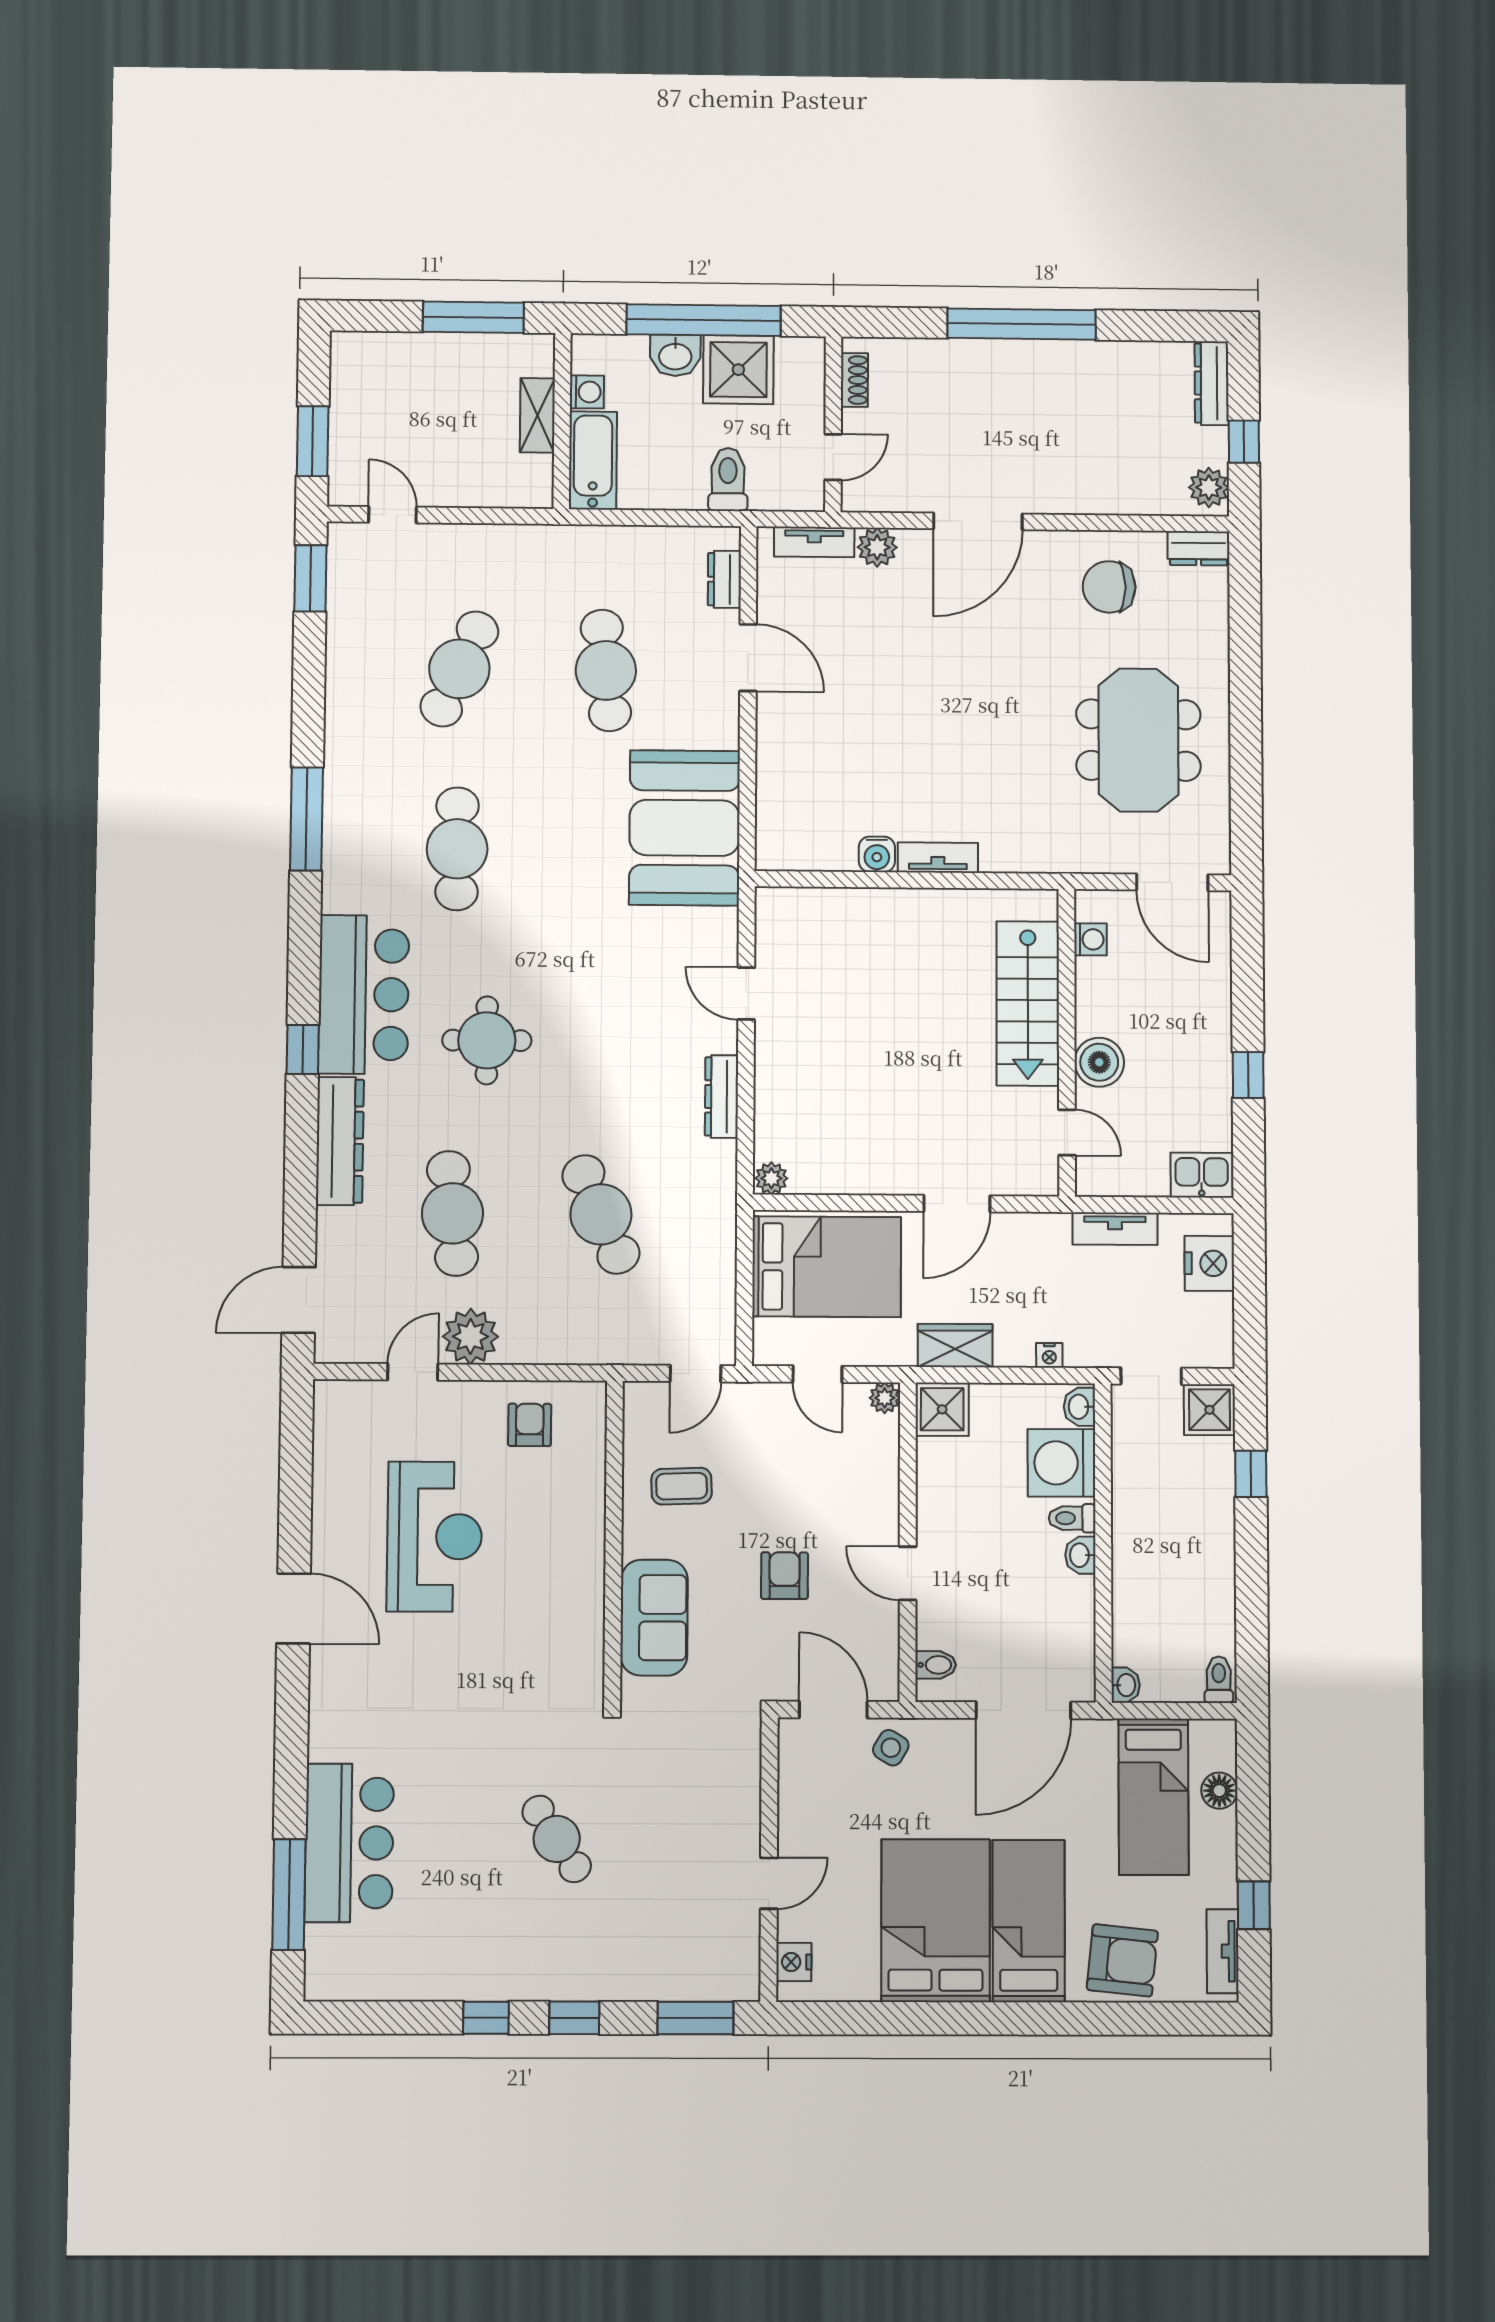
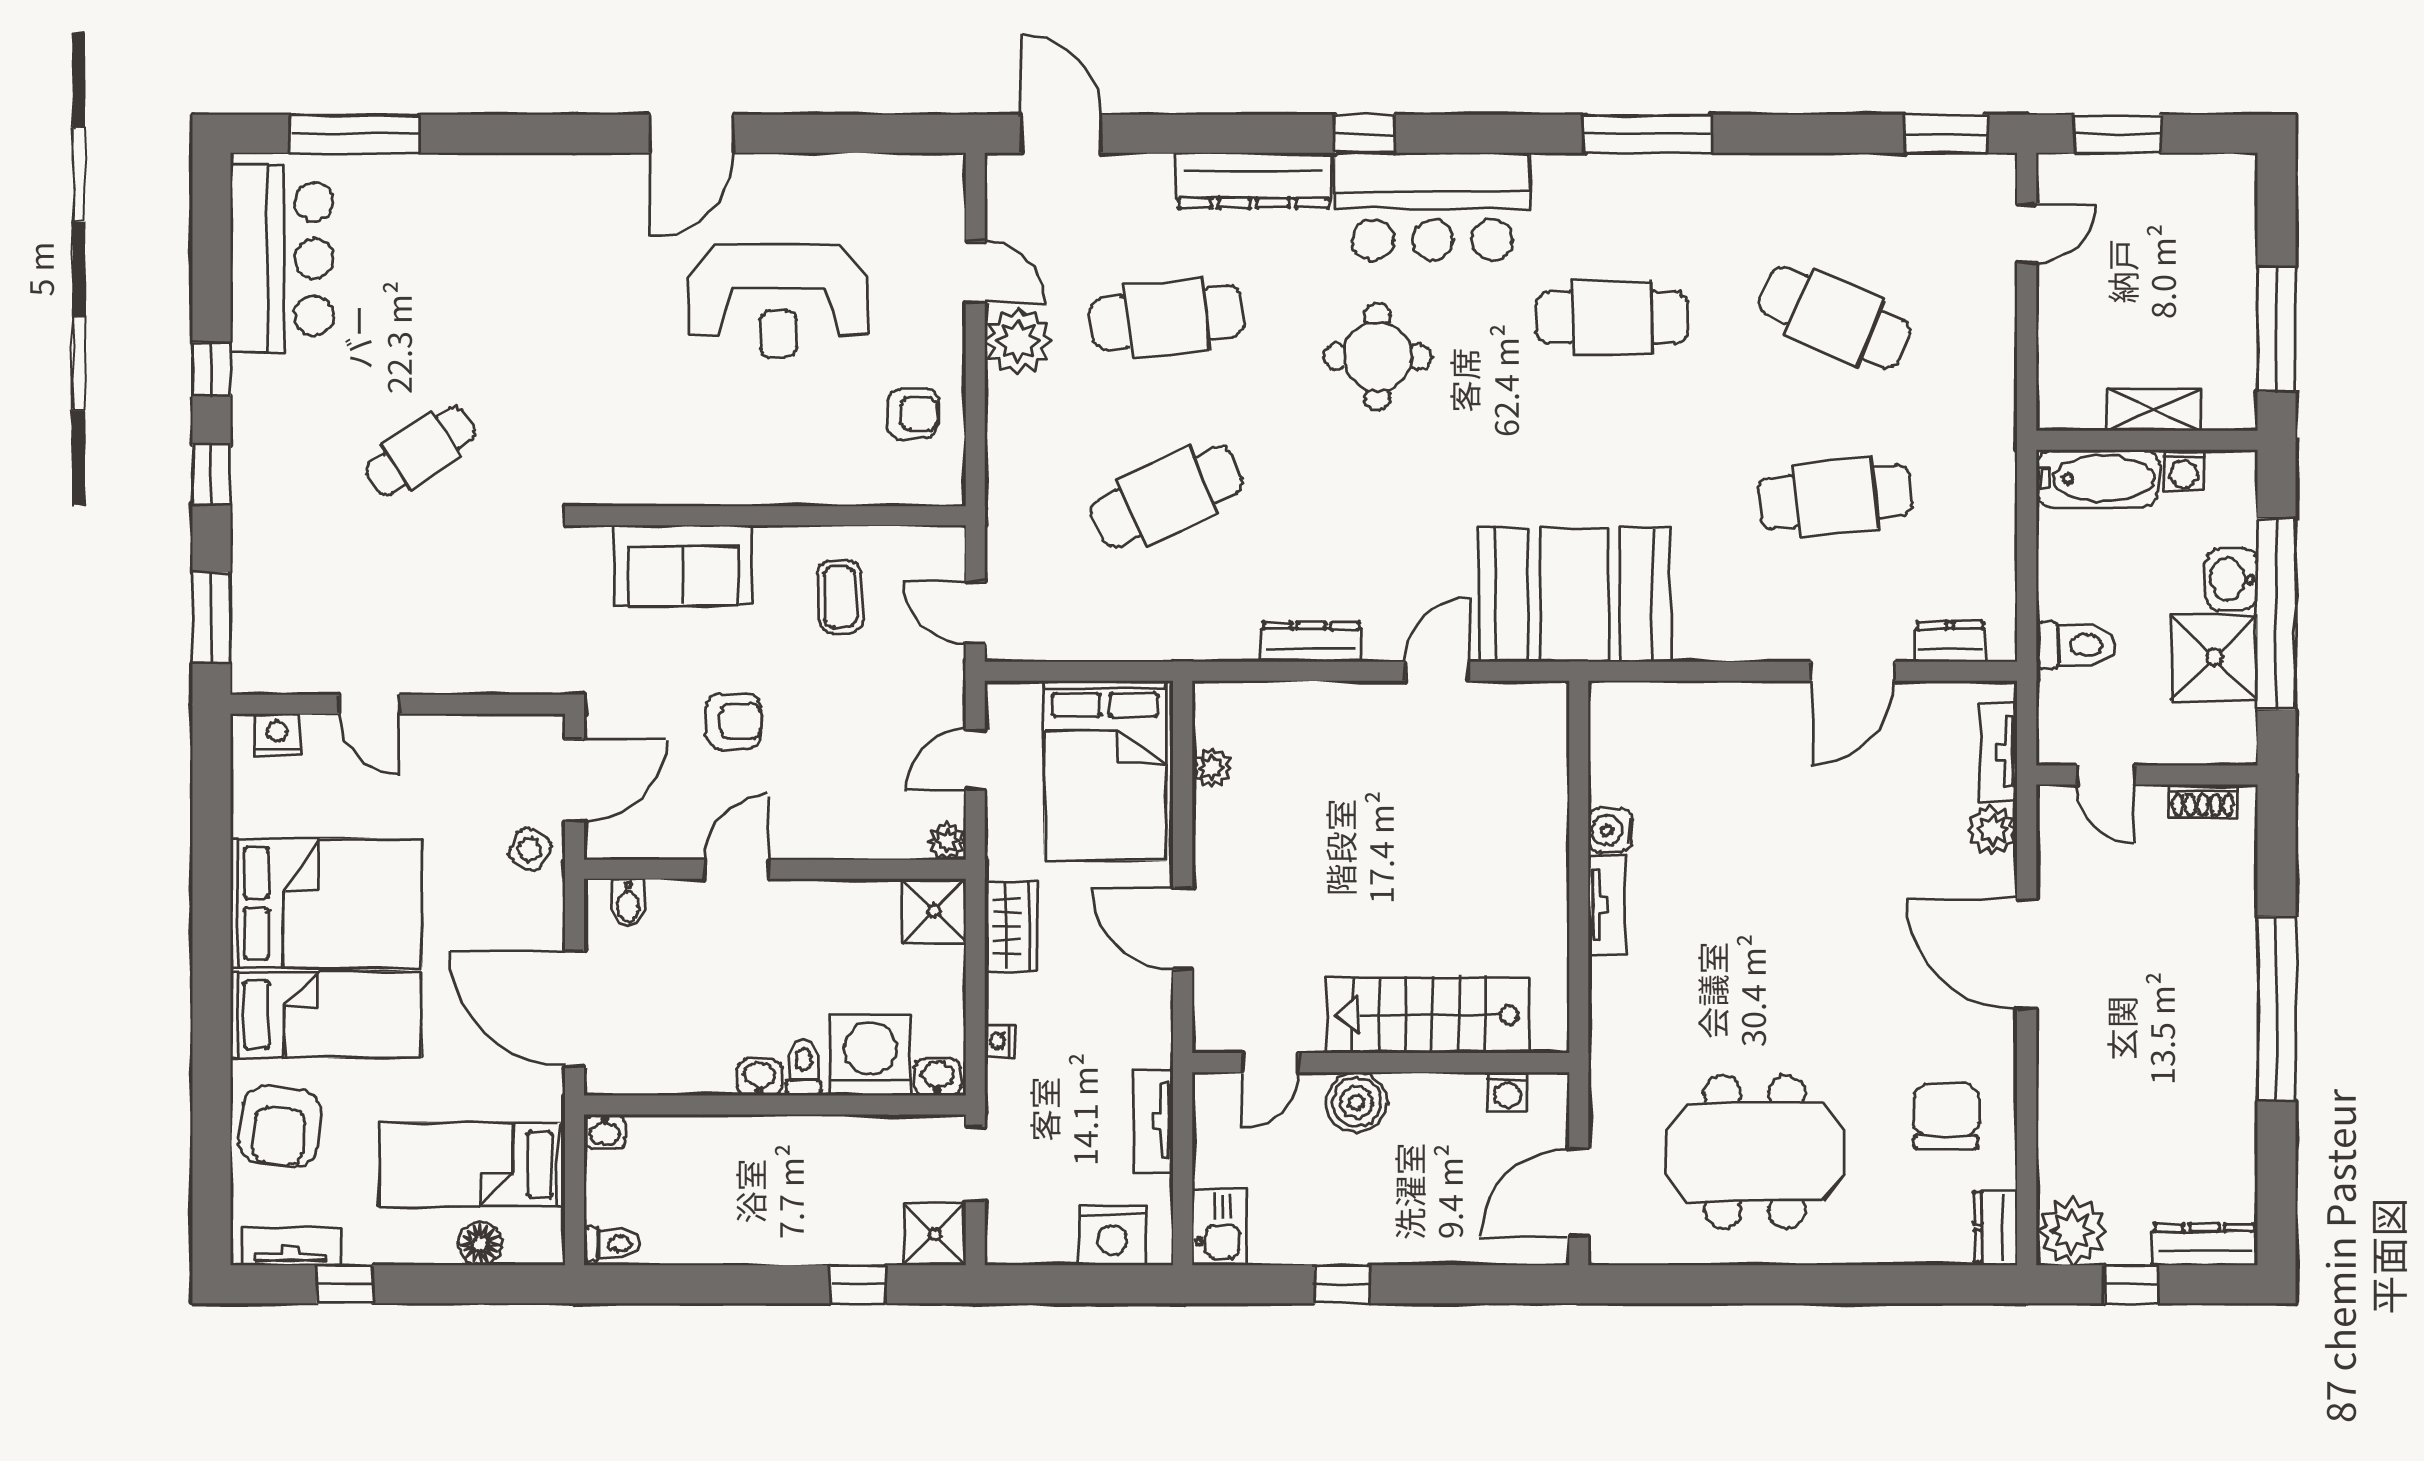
plant: (1209, 487) -> (2072, 1231), width x1.36, depth x1.36
booth: (685, 828) -> (1574, 595), moved
plant: (771, 1178) -> (1212, 768), moved
bar counter: (349, 1843) -> (282, 259), moved, turned -90

